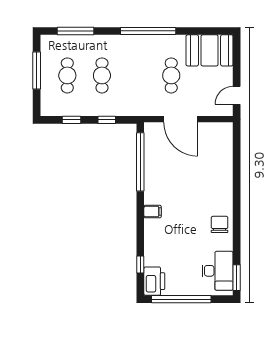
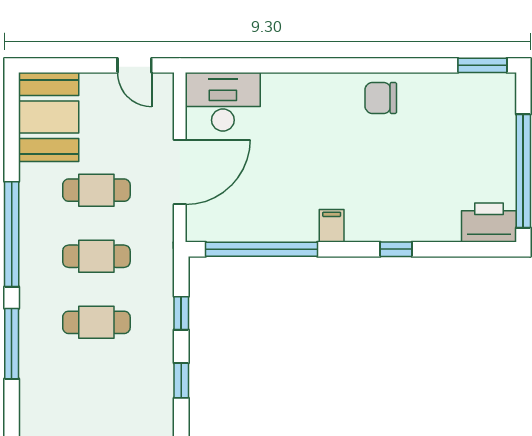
window: (76, 31) -> (12, 344), moved
cafe table: (67, 75) -> (96, 256), moved
filing cabinet: (153, 212) -> (332, 226), moved
window: (140, 265) -> (396, 249), moved
desk: (218, 271) -> (223, 102), moved

